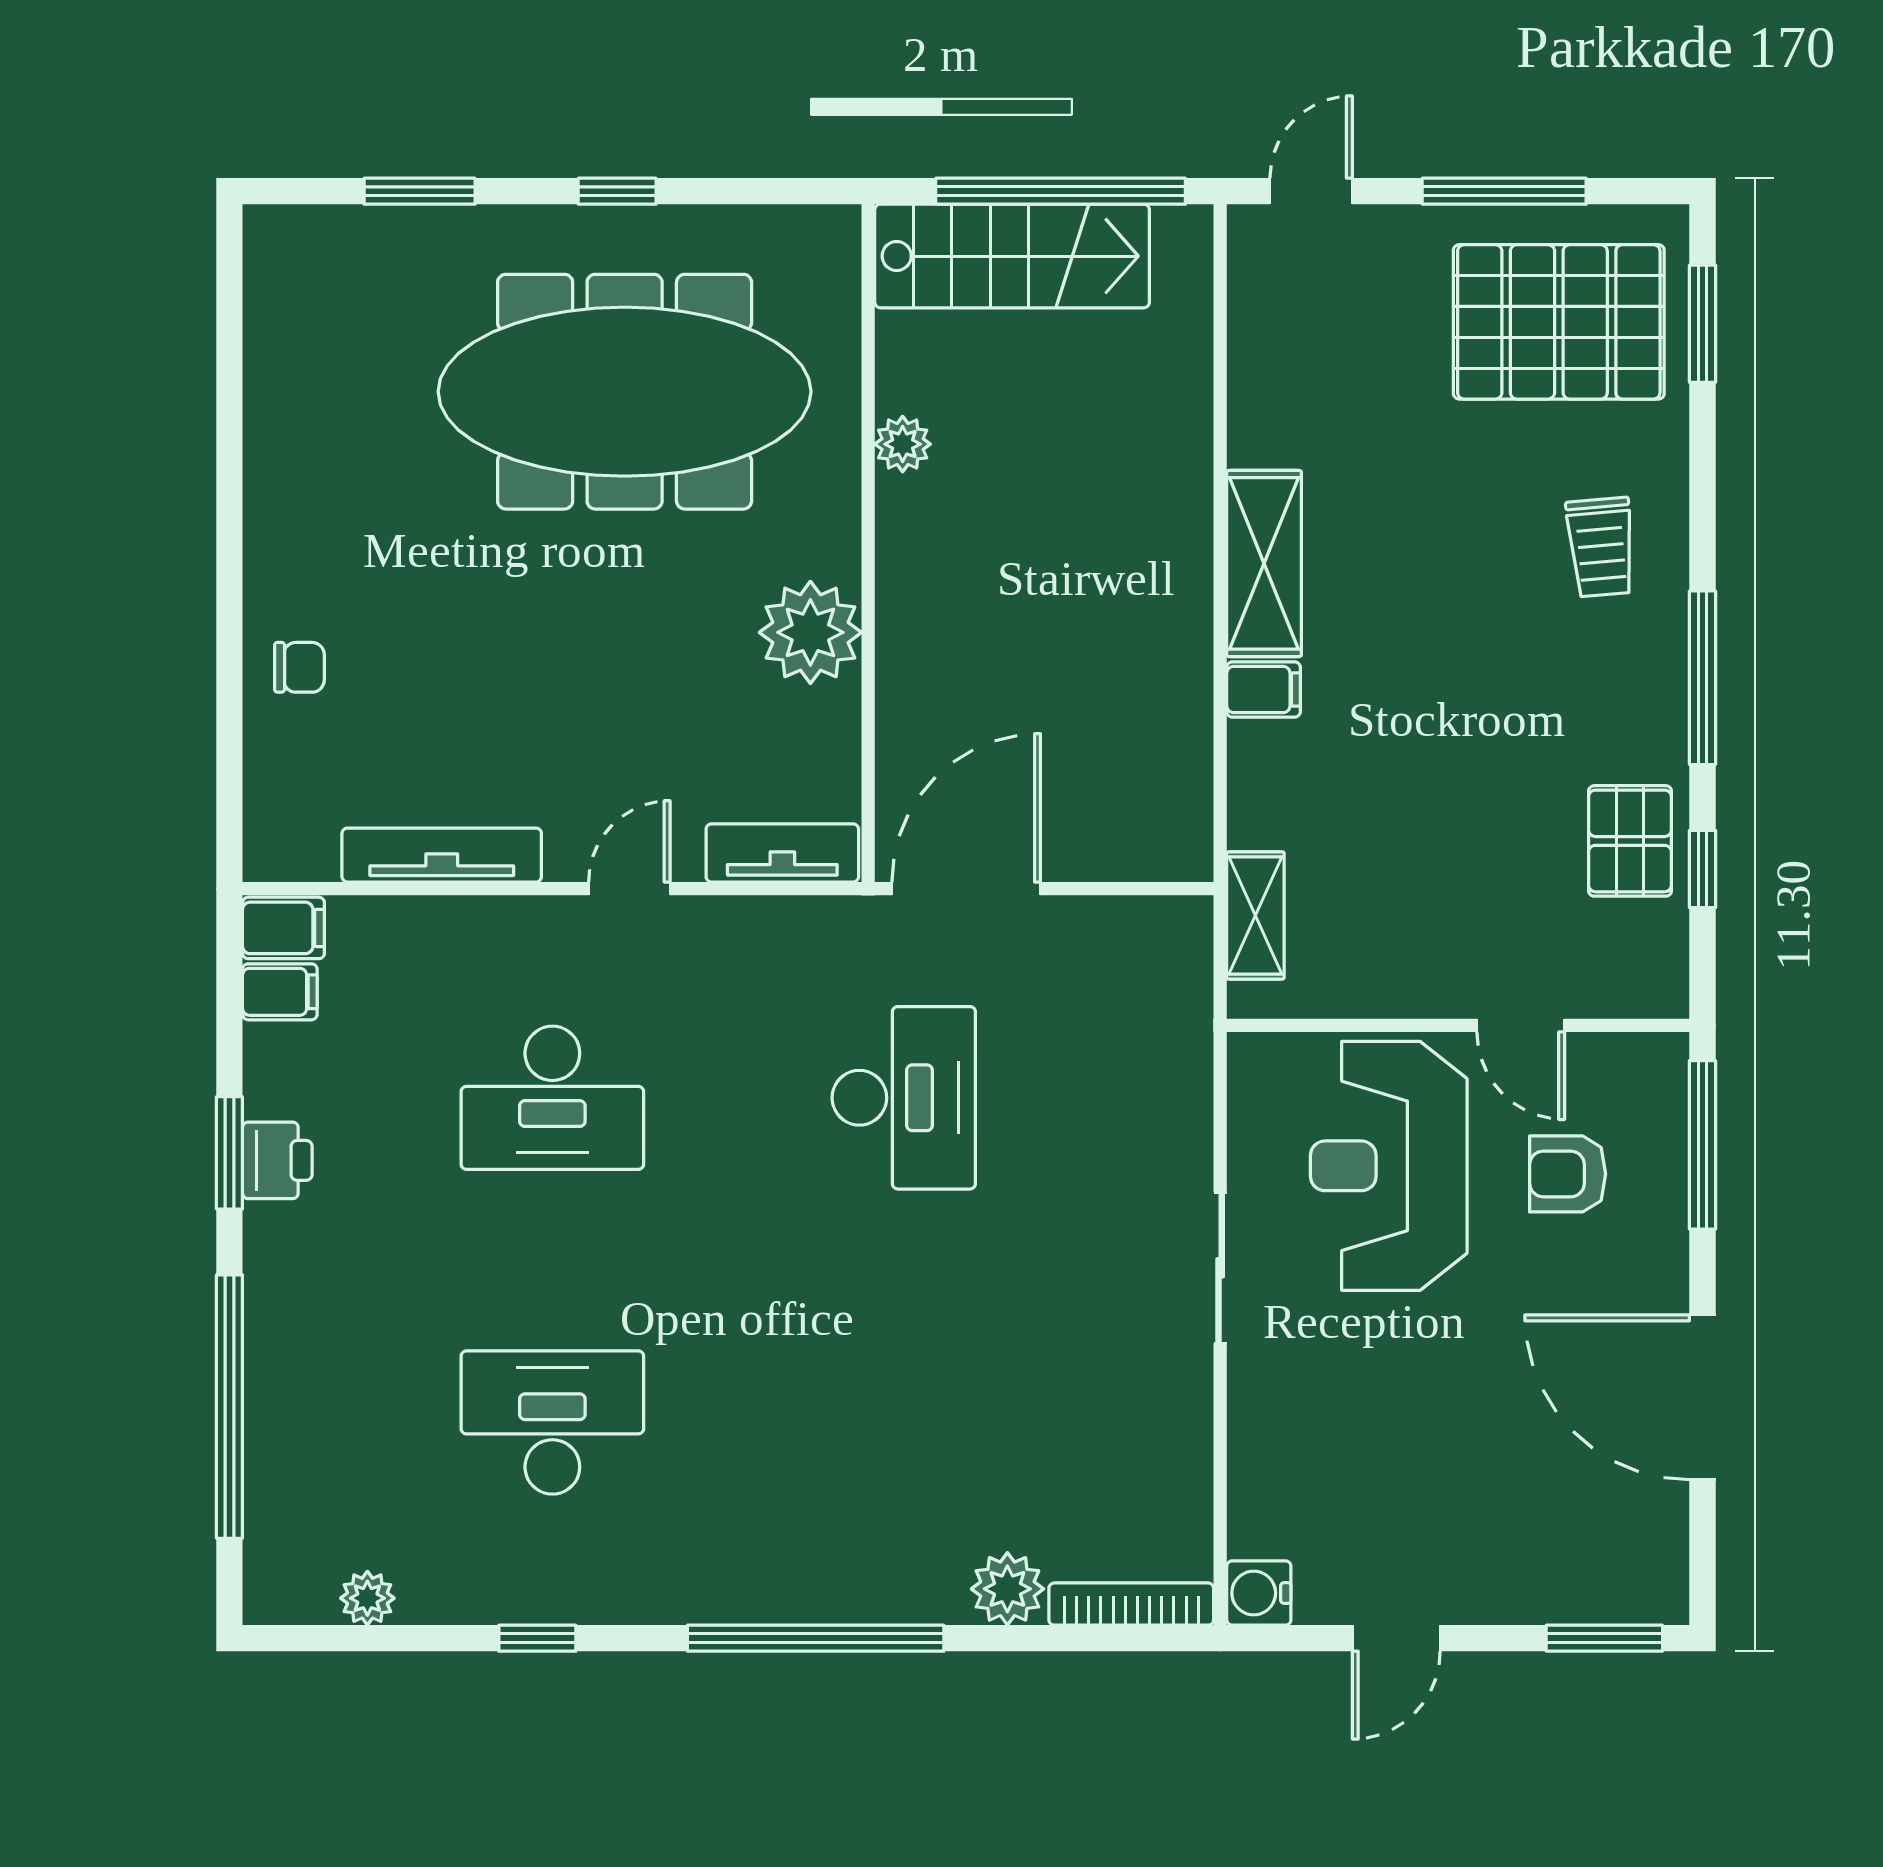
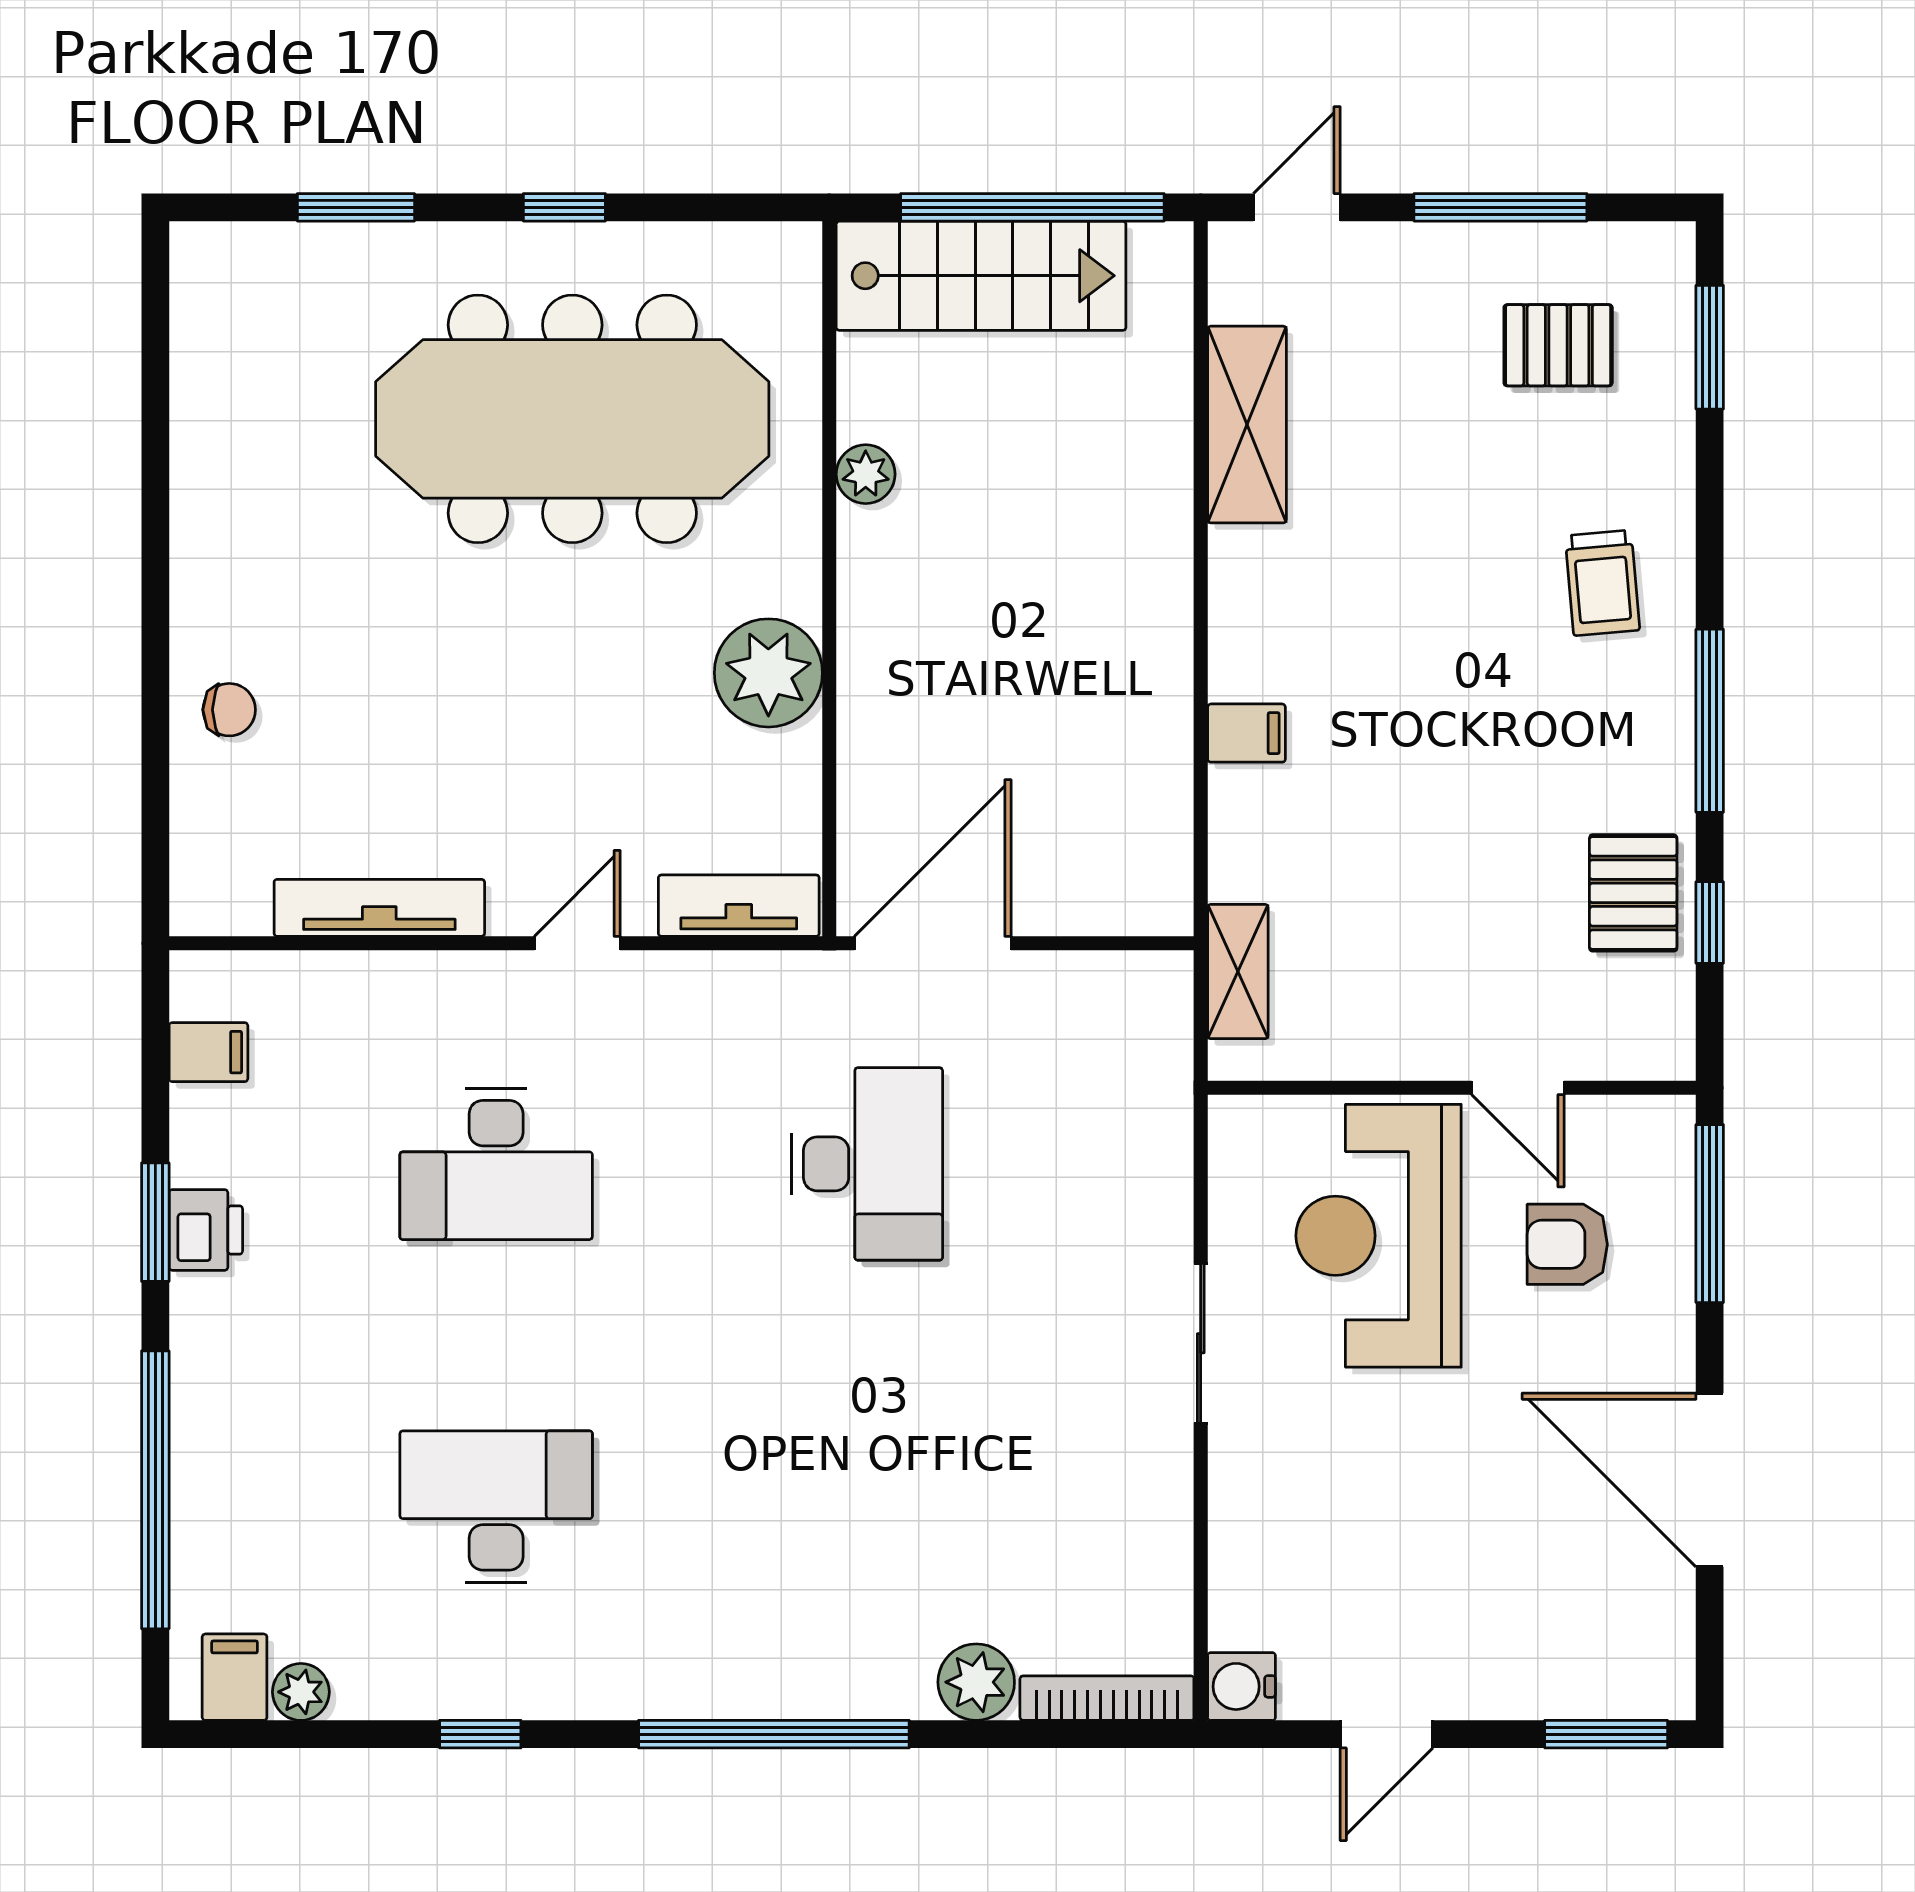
pallet: (1559, 322) -> (1558, 345), width x0.49, depth x0.50
shelving: (1264, 563) -> (1247, 425), moved
filing cabinet: (283, 928) -> (235, 1677), moved, turned -90

